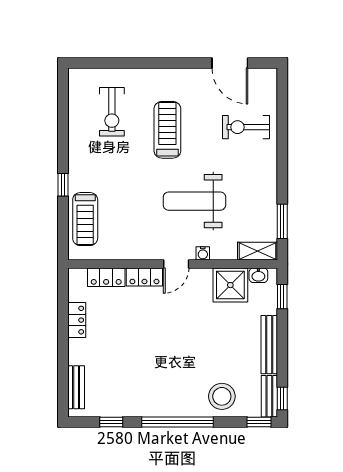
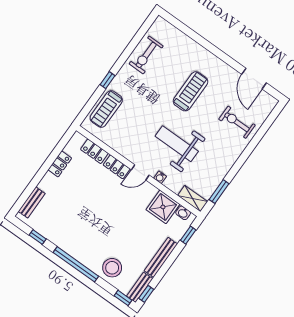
exercise bike: (112, 112) -> (146, 55), moved

